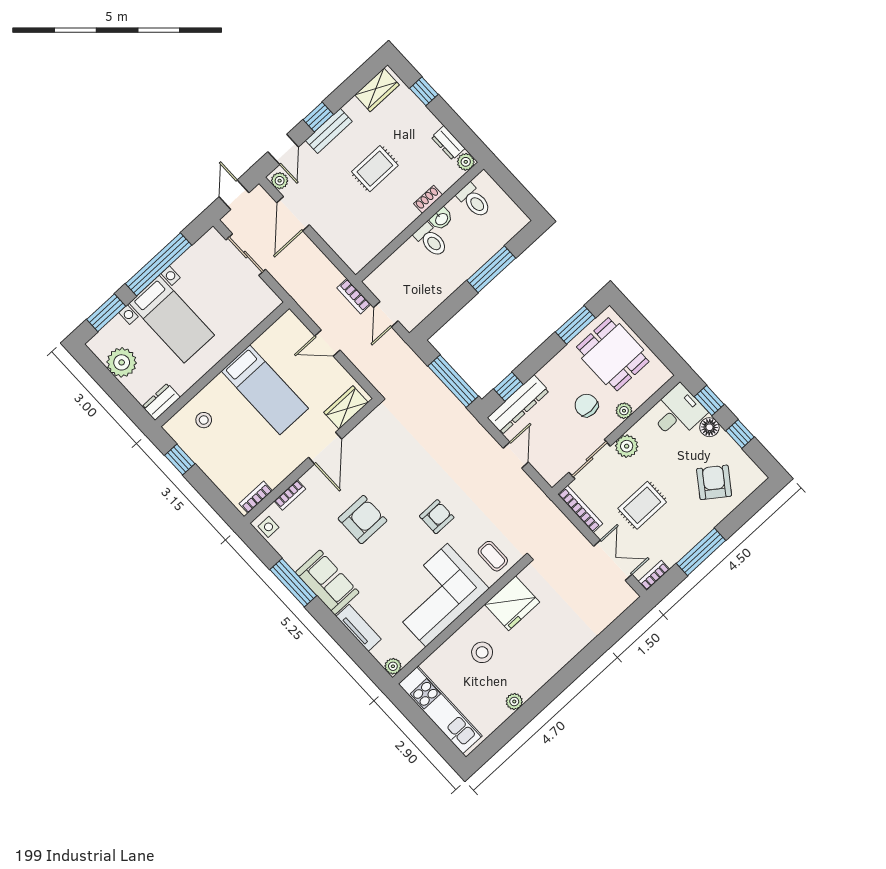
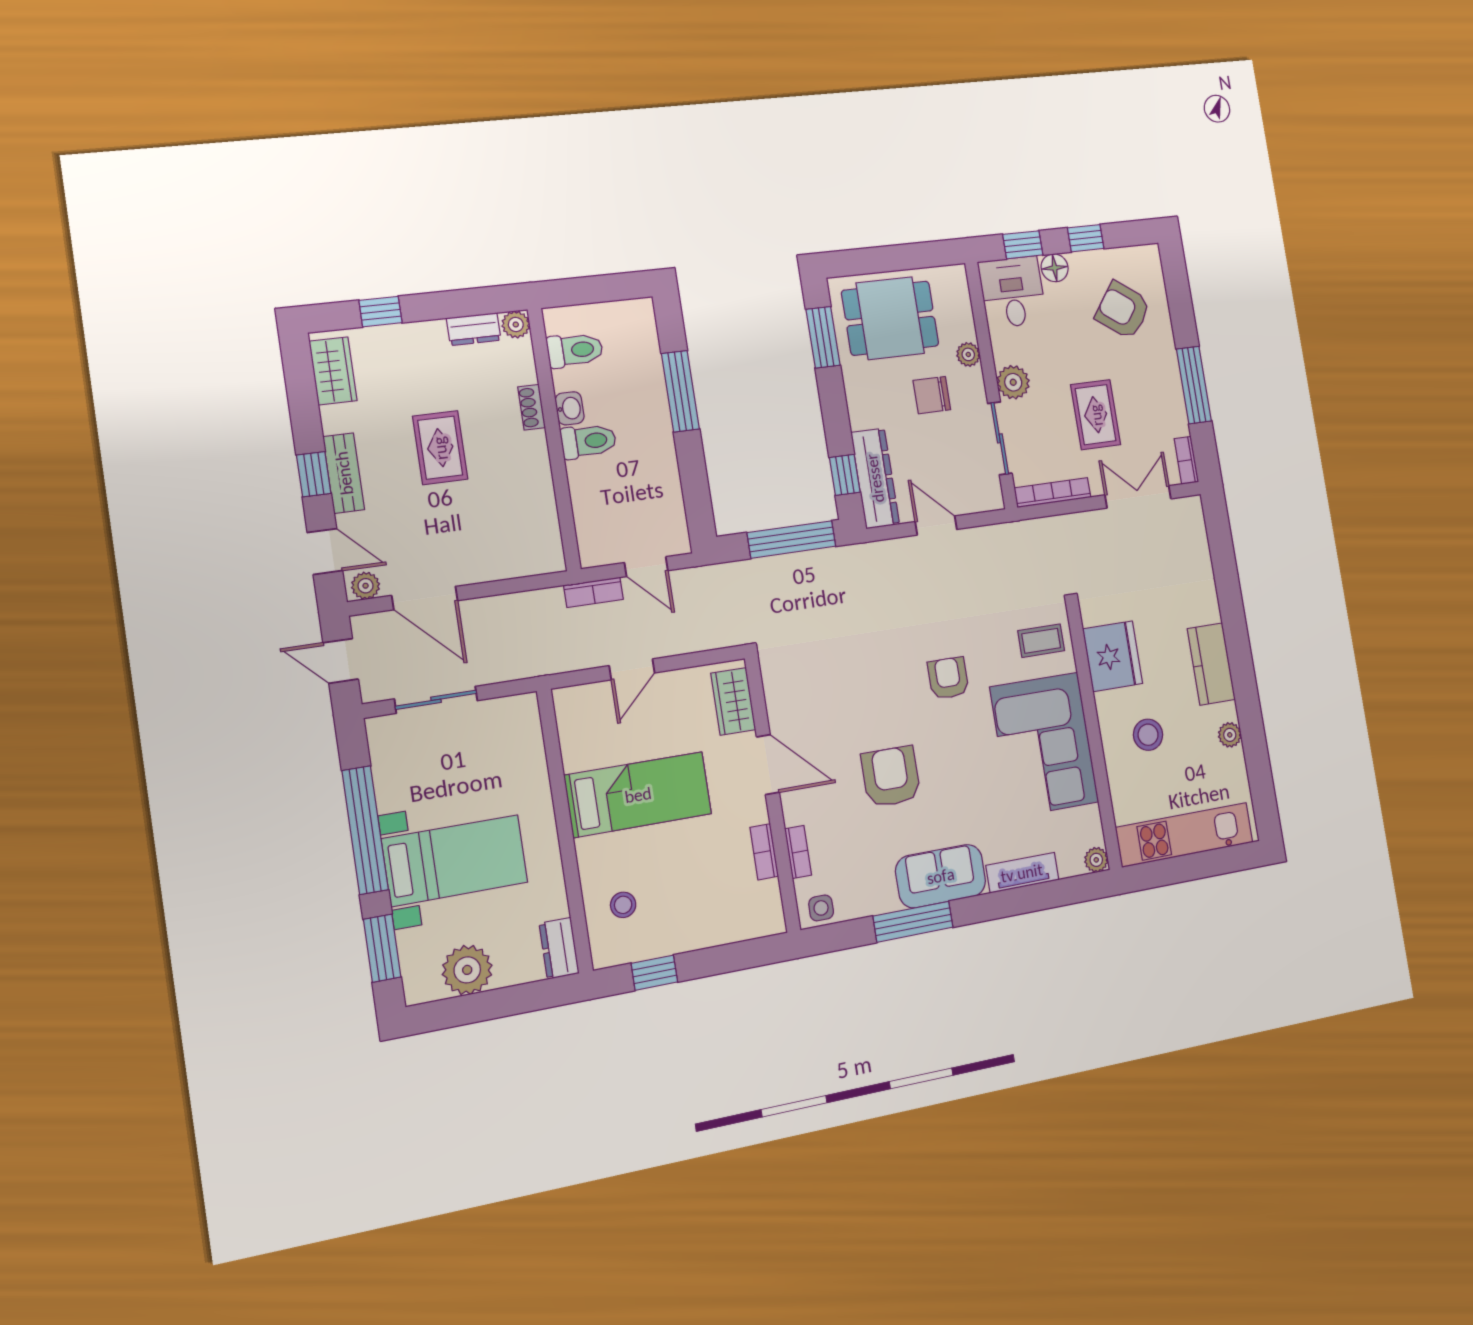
bookcase: (256, 497) -> (764, 852), moved
kitchen counter: (547, 665) -> (1211, 664), added

